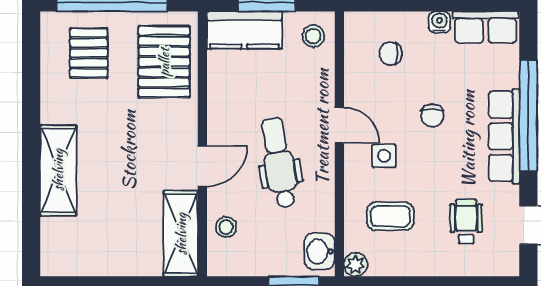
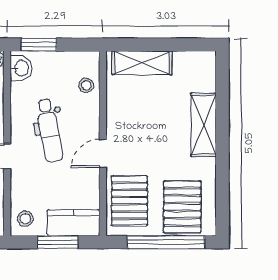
pallet: (89, 53) -> (182, 207), width x1.50, depth x1.42
door: (202, 166) -> (103, 154), moved
shelving: (181, 234) -> (142, 63), moved, turned 90

